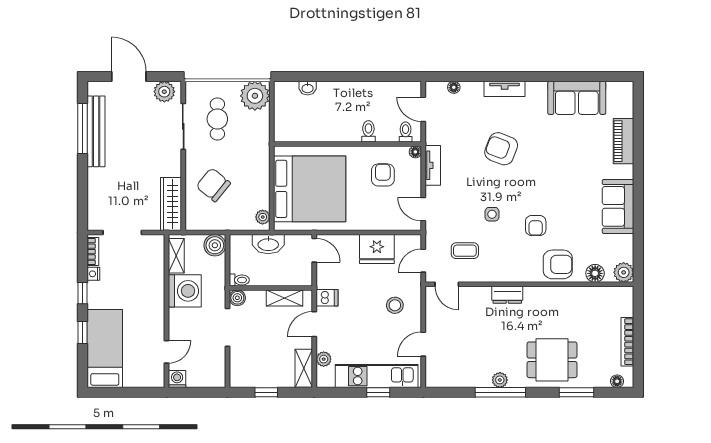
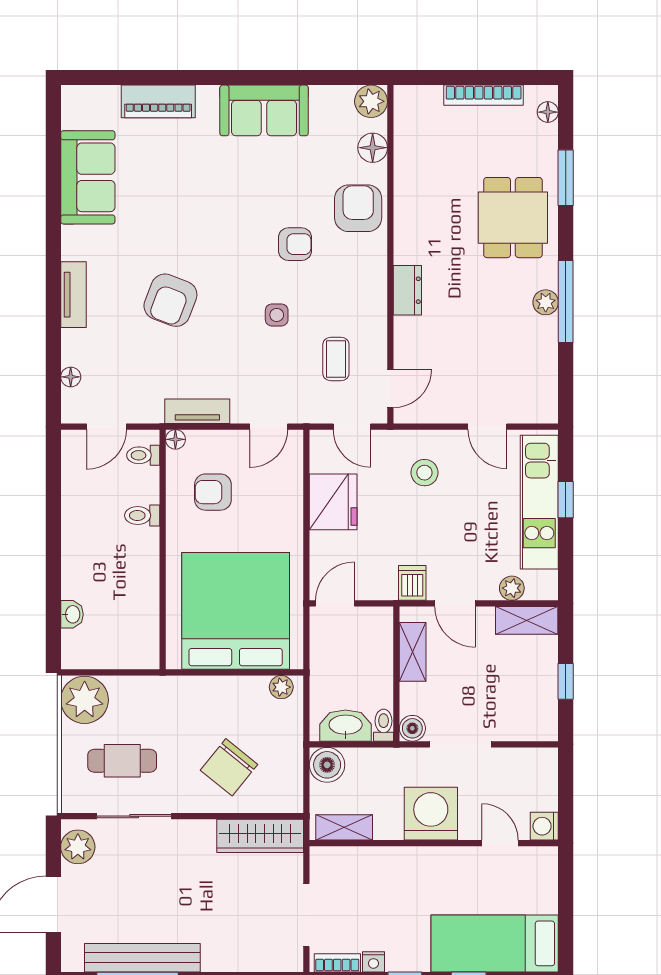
washbasin: (268, 244) -> (346, 726), moved, turned -90
washing machine: (185, 291) -> (431, 814), moved

